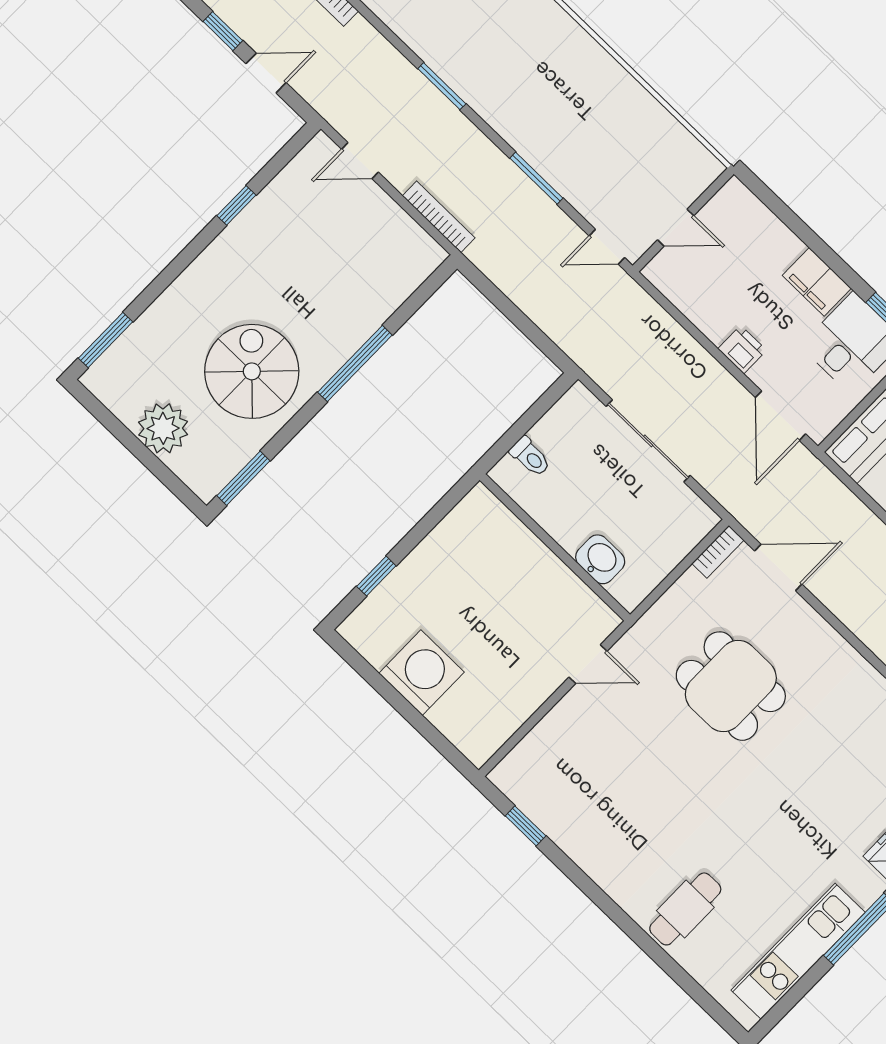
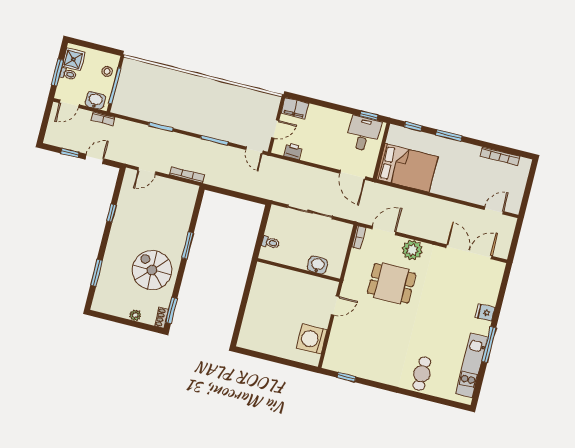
door: (607, 247) -> (254, 150), hinge flipped
filing cabinet: (817, 282) -> (295, 108), moved
window: (106, 340) -> (96, 273), moved
printer: (742, 349) -> (293, 151), moved
window: (355, 364) -> (188, 246), width x0.69
plant: (163, 428) -> (135, 315), width x0.53, depth x0.53
shoe rack: (215, 481) -> (162, 318), added
window: (376, 576) -> (240, 318), removed
plant: (814, 642) -> (412, 250), added
washing machine: (422, 673) -> (312, 339), moved, turned -90

